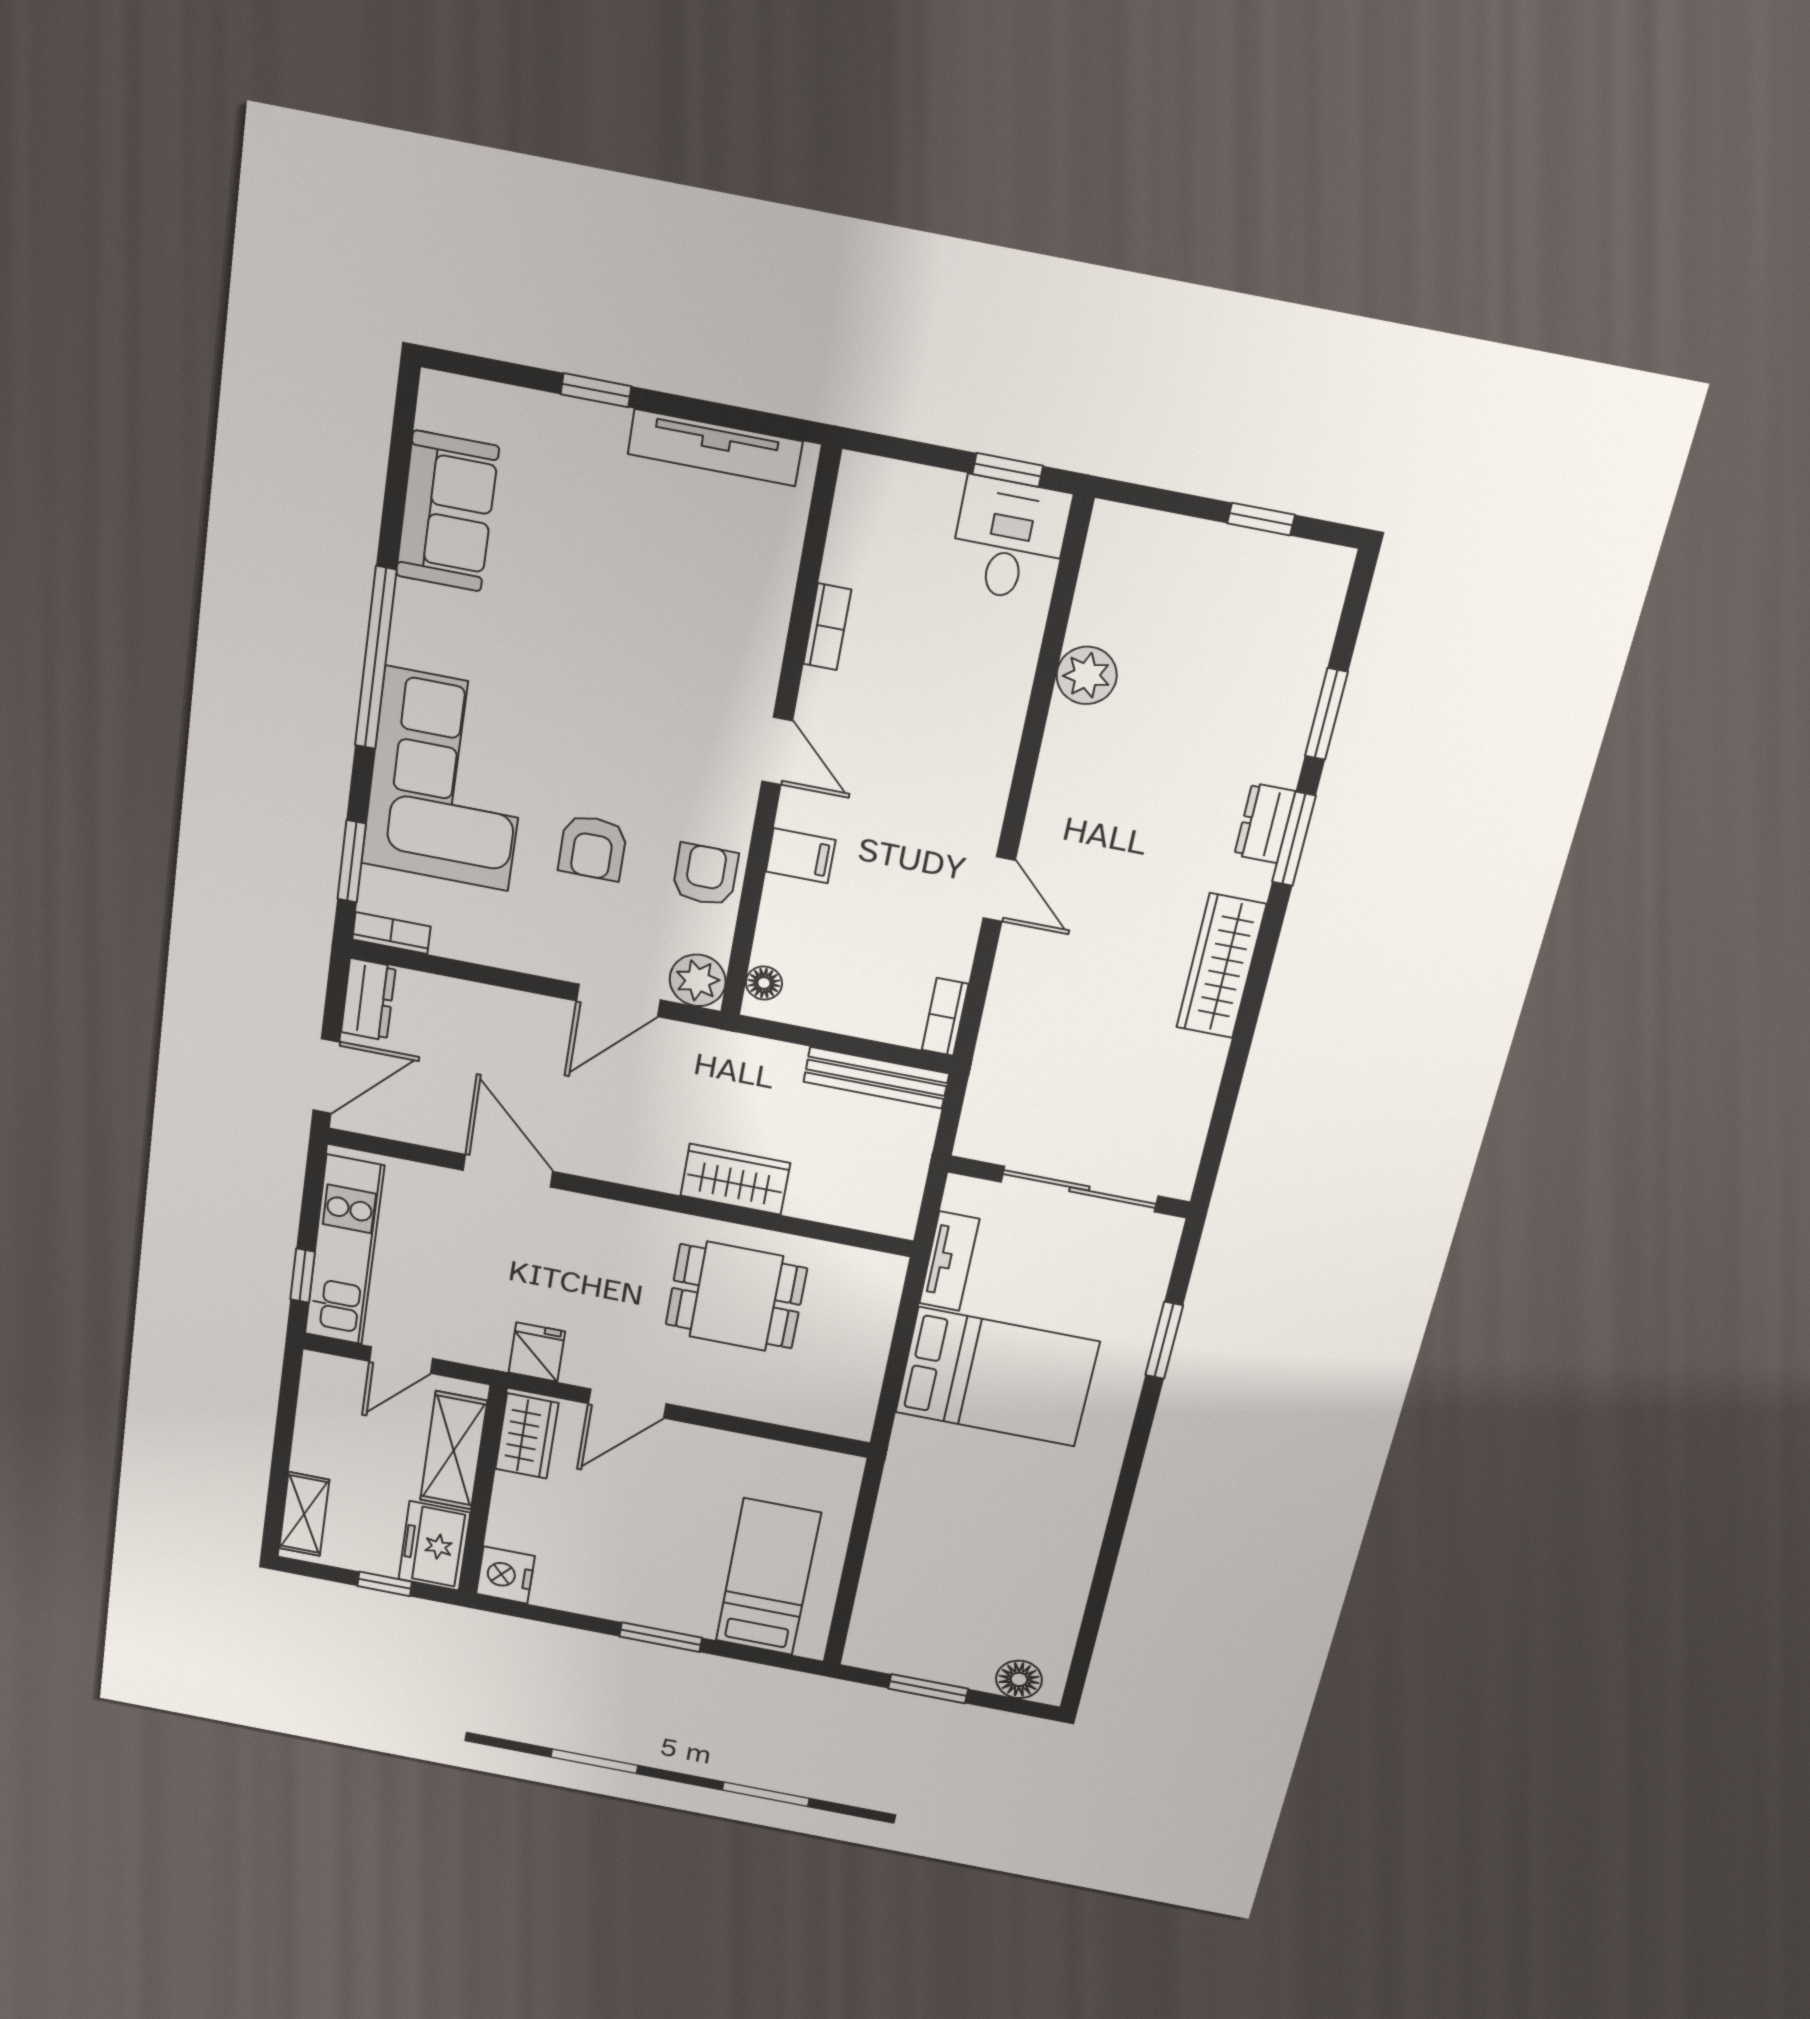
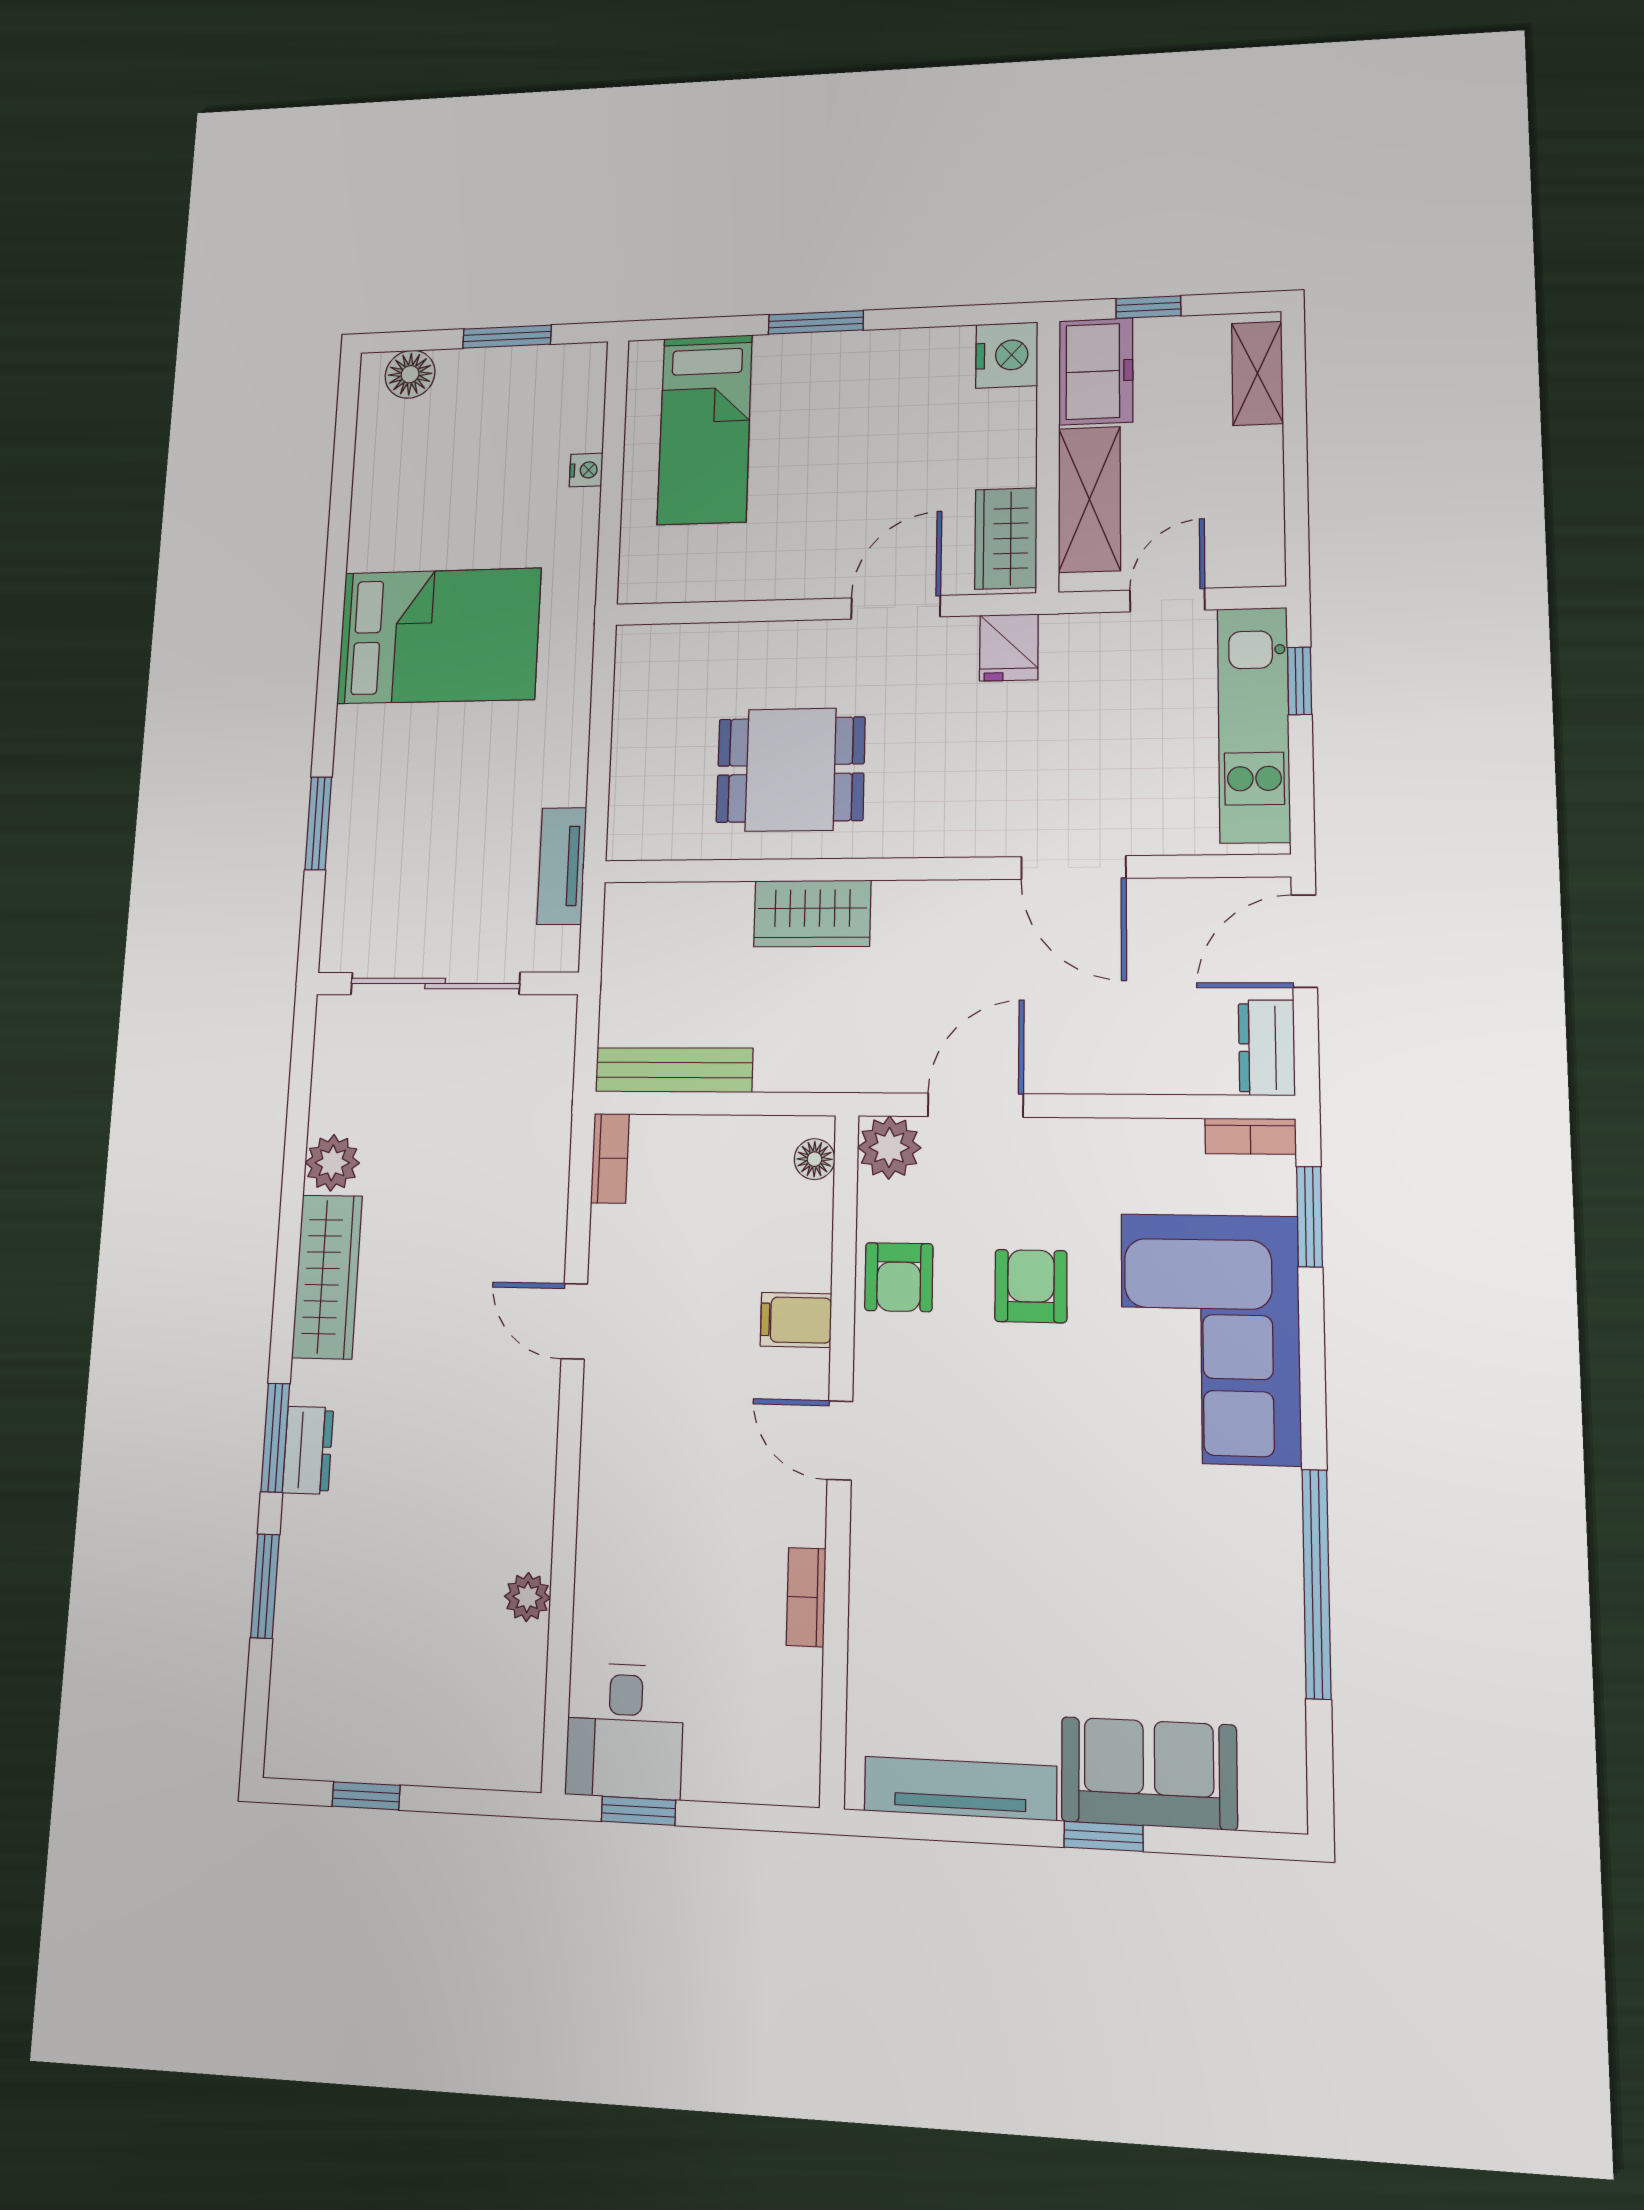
sofa: (447, 511) -> (1149, 1773), moved, turned 90
window: (376, 658) -> (1316, 1584), moved
plant: (1087, 675) -> (527, 1597), width x0.73, depth x0.73
plant: (1200, 1060) -> (332, 1163), added
bed: (997, 1377) -> (439, 636), moved, turned 180
nightstand: (876, 1569) -> (586, 470), added

